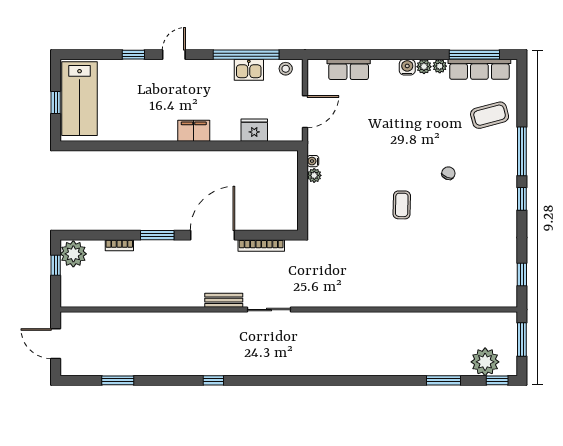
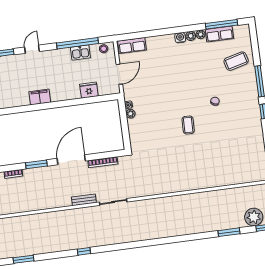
row of seats: (349, 69) -> (132, 46), moved
row of seats: (479, 69) -> (219, 34), width x0.68
filing cabinet: (194, 131) -> (40, 97), moved

